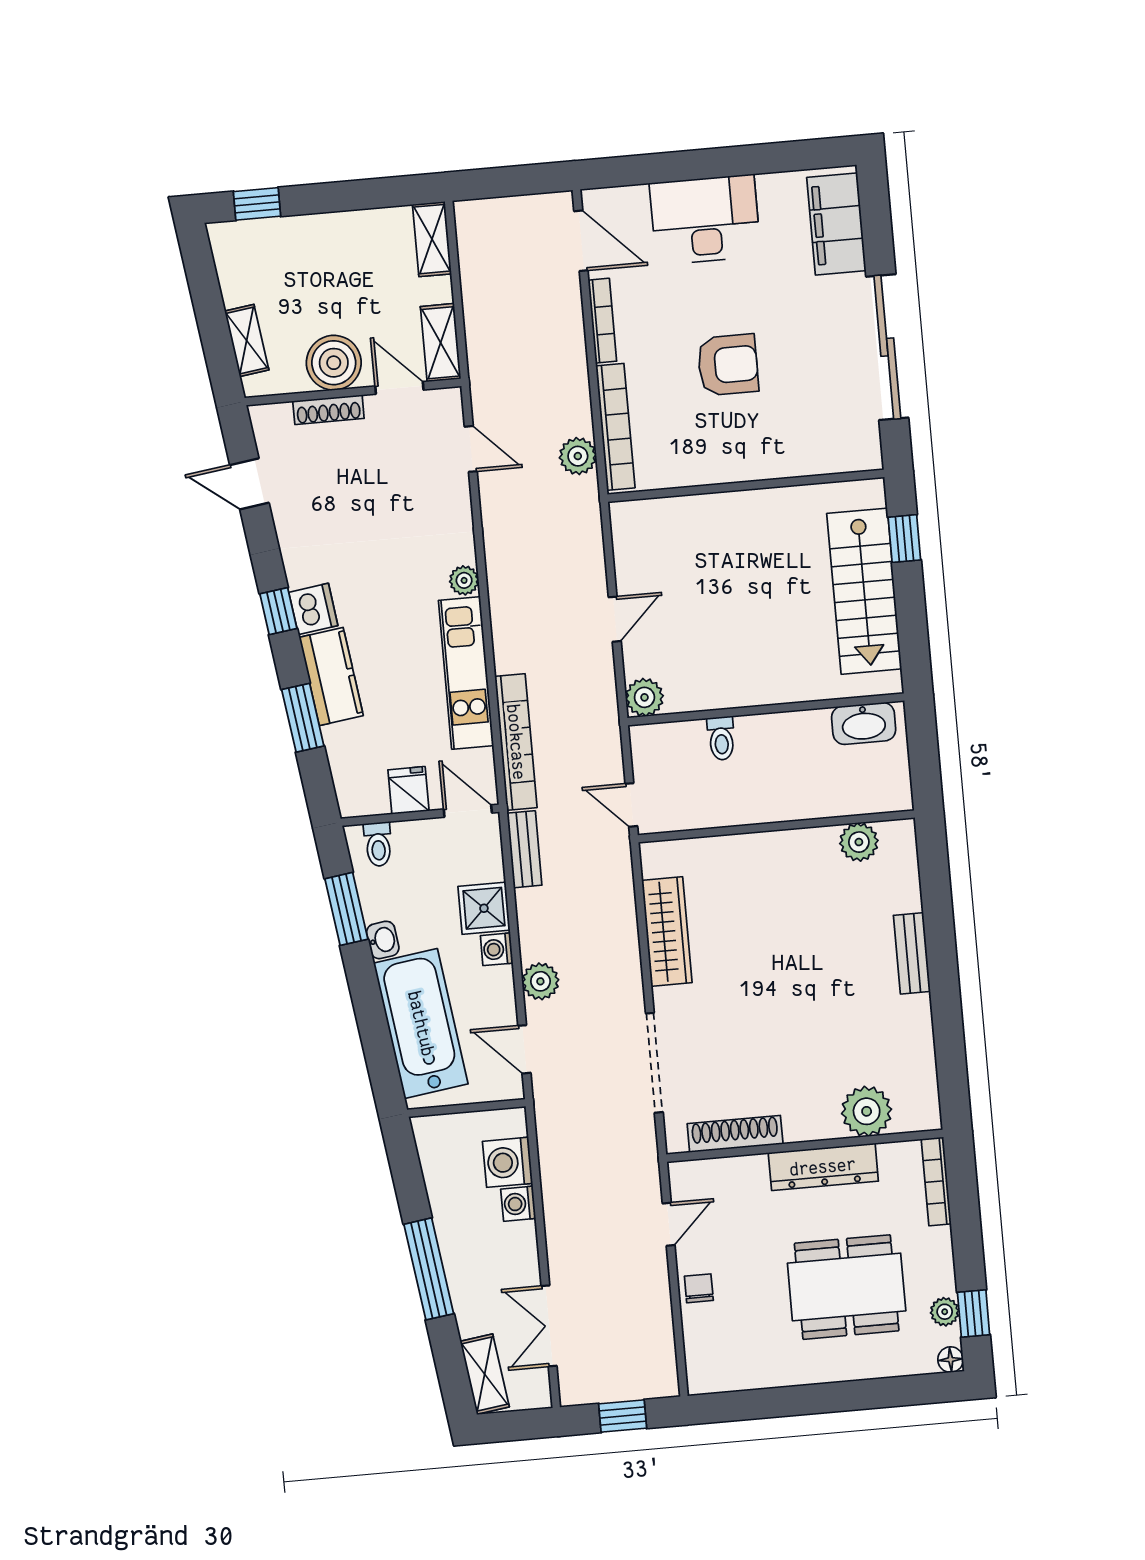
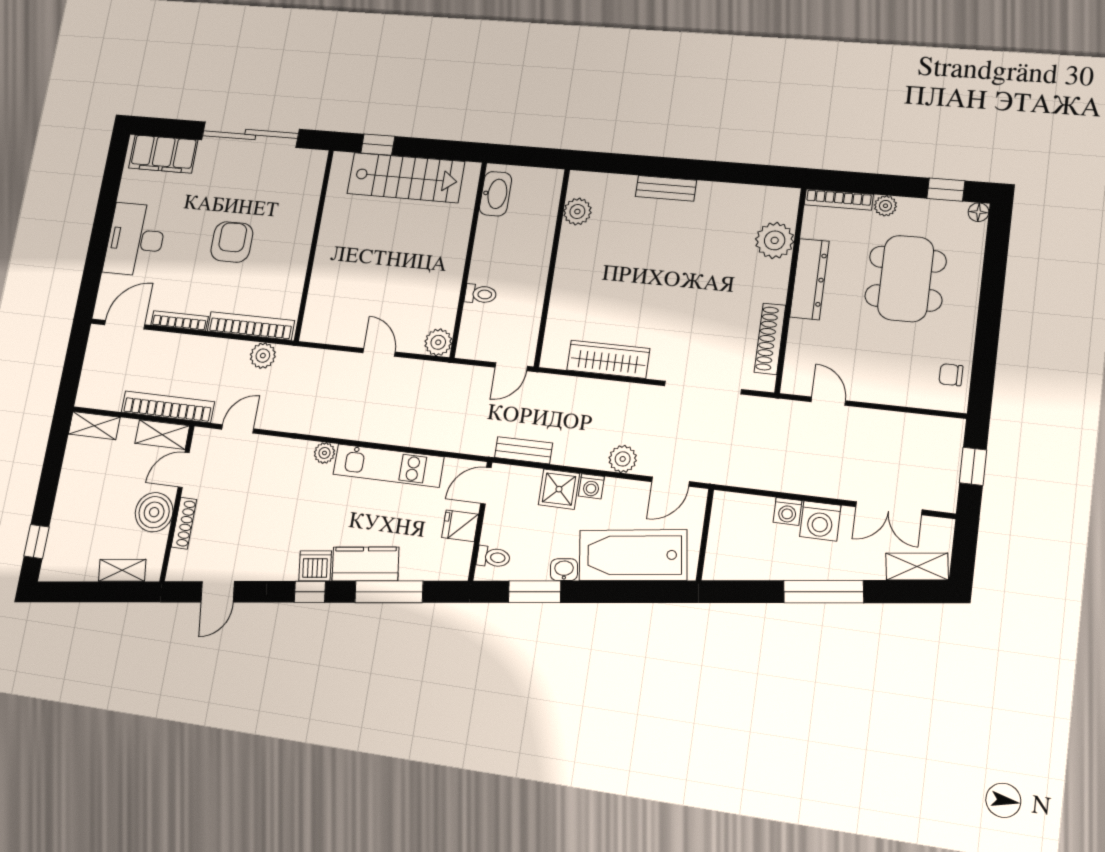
window: (303, 718) -> (389, 592), width x1.44
bookcase: (516, 742) -> (168, 407), moved
washing machine: (508, 1162) -> (820, 521), moved
chair: (699, 1288) -> (951, 375), moved
plant: (945, 1312) -> (885, 206), moved

